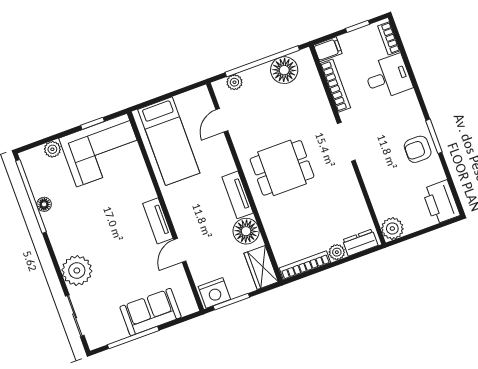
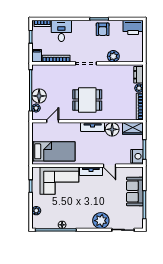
floor lamp: (284, 70) -> (39, 96), moved
door: (222, 120) -> (53, 121), swing flipped
corner sofa: (102, 150) -> (59, 181), moved, turned 90
dining table: (282, 168) -> (87, 100), turned 90
plant: (392, 228) -> (113, 56), moved

